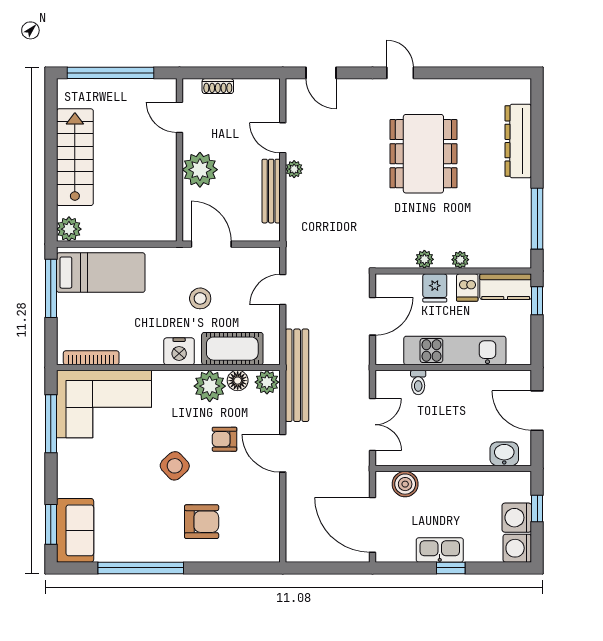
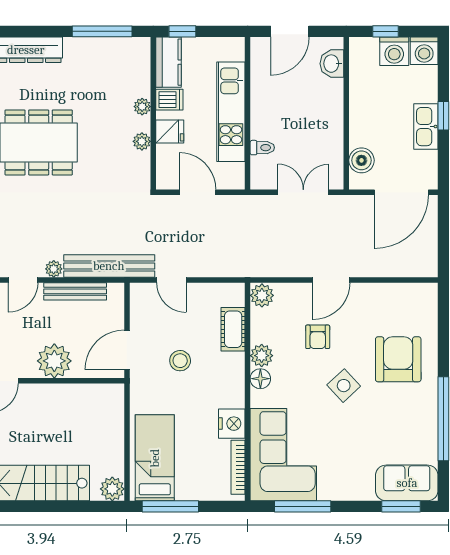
cot: (232, 349) -> (233, 329), width x0.73, depth x0.75
nightstand: (179, 351) -> (232, 424), moved
bench: (297, 375) -> (109, 266), moved
floor lamp: (238, 381) -> (260, 379), moved
plant: (210, 386) -> (262, 356), width x0.73, depth x0.73
armchair: (202, 522) -> (398, 359), width x1.36, depth x1.36

